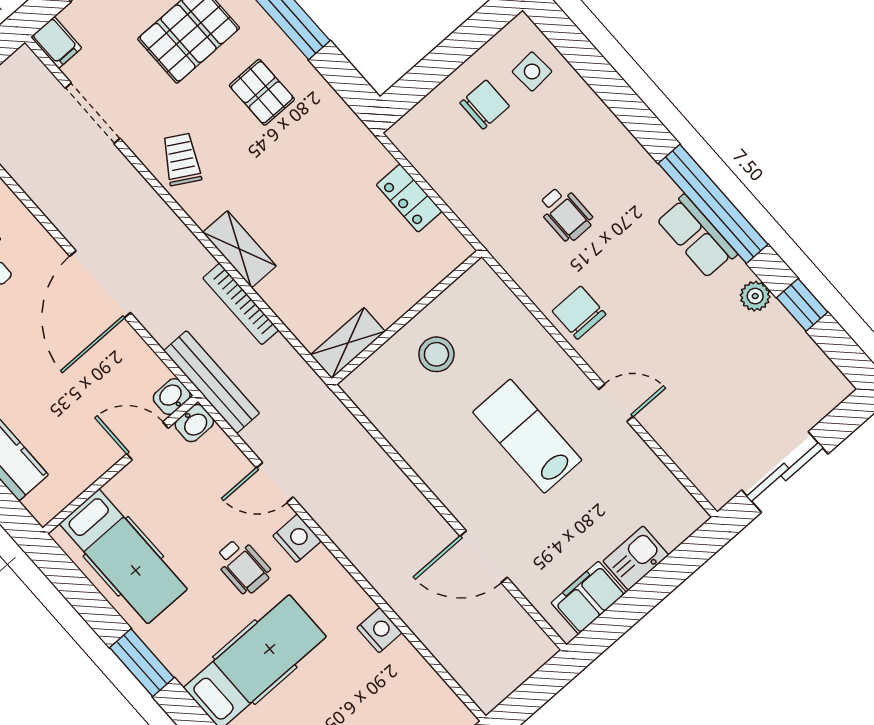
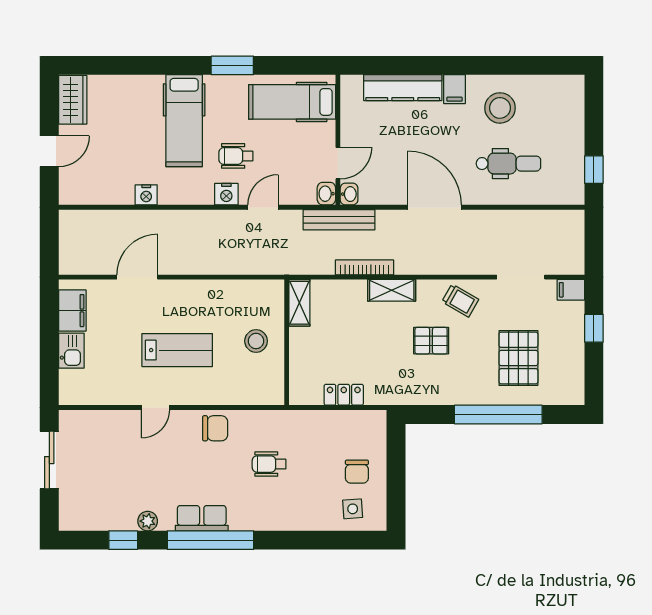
pallet: (262, 92) -> (431, 341), moved

